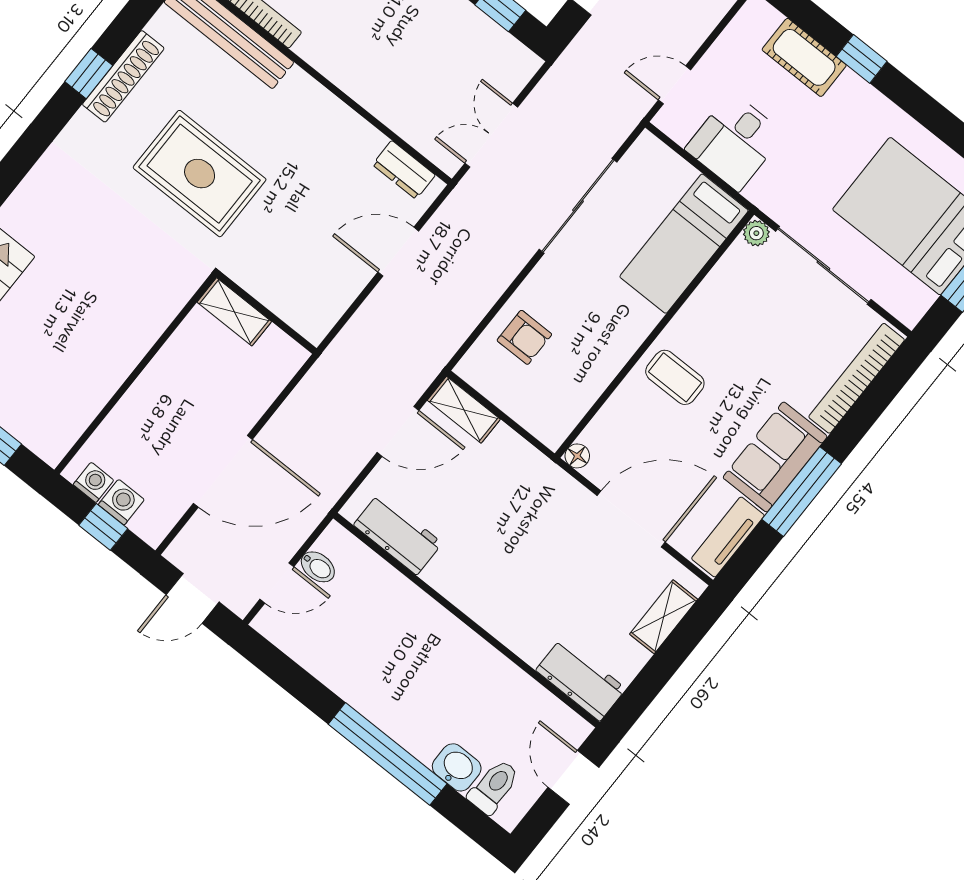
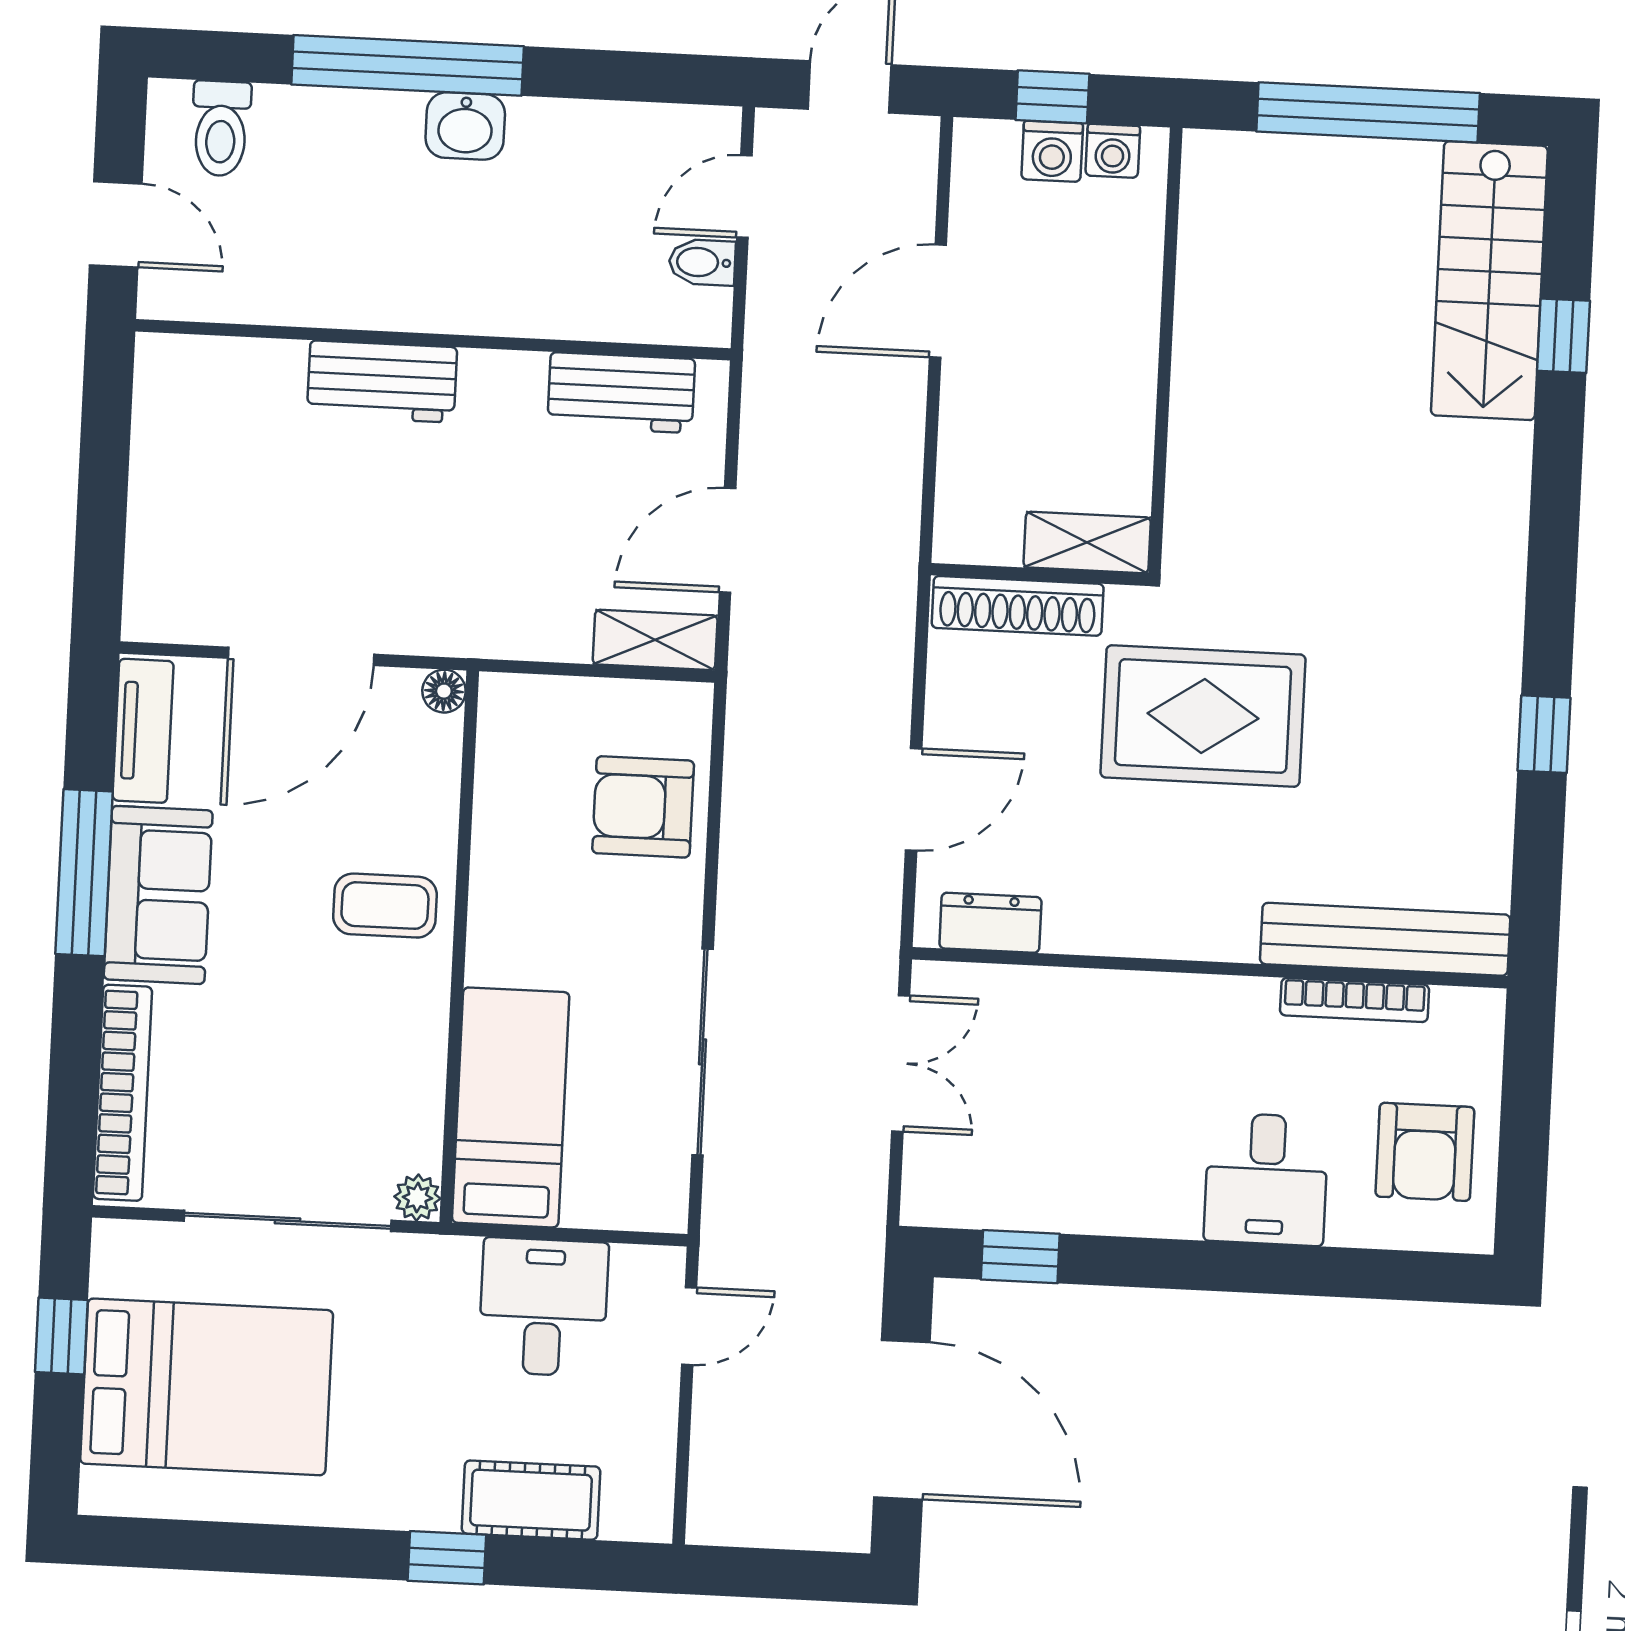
shoe rack: (123, 76) -> (1018, 606), moved, turned -90
rug: (200, 174) -> (1203, 716), moved
armchair: (524, 337) -> (643, 807), width x1.38, depth x1.38
door: (223, 471) -> (938, 301), width x0.73
shelving: (664, 617) -> (153, 549), removed
workbench: (581, 680) -> (382, 382), moved
washbasin: (457, 767) -> (465, 126), moved

